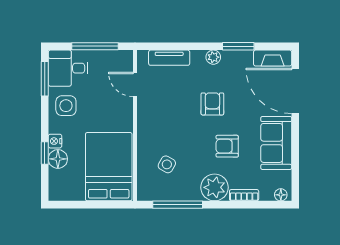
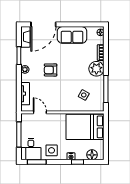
door: (135, 84) -> (40, 112), swing flipped
armchair: (227, 146) -> (74, 62), removed
floor lamp: (58, 159) -> (92, 155), moved

